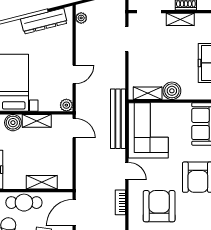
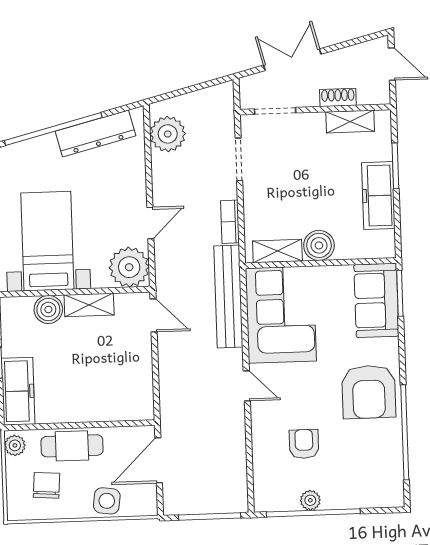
plant: (81, 18) -> (168, 134), width x1.88, depth x1.88
shelving: (180, 19) -> (350, 122), moved
plant: (66, 105) -> (129, 267), width x1.87, depth x1.87
shelving: (42, 182) -> (101, 410), removed
bookcase: (120, 202) -> (230, 222), moved
armchair: (159, 206) -> (304, 444), width x0.53, depth x0.53

